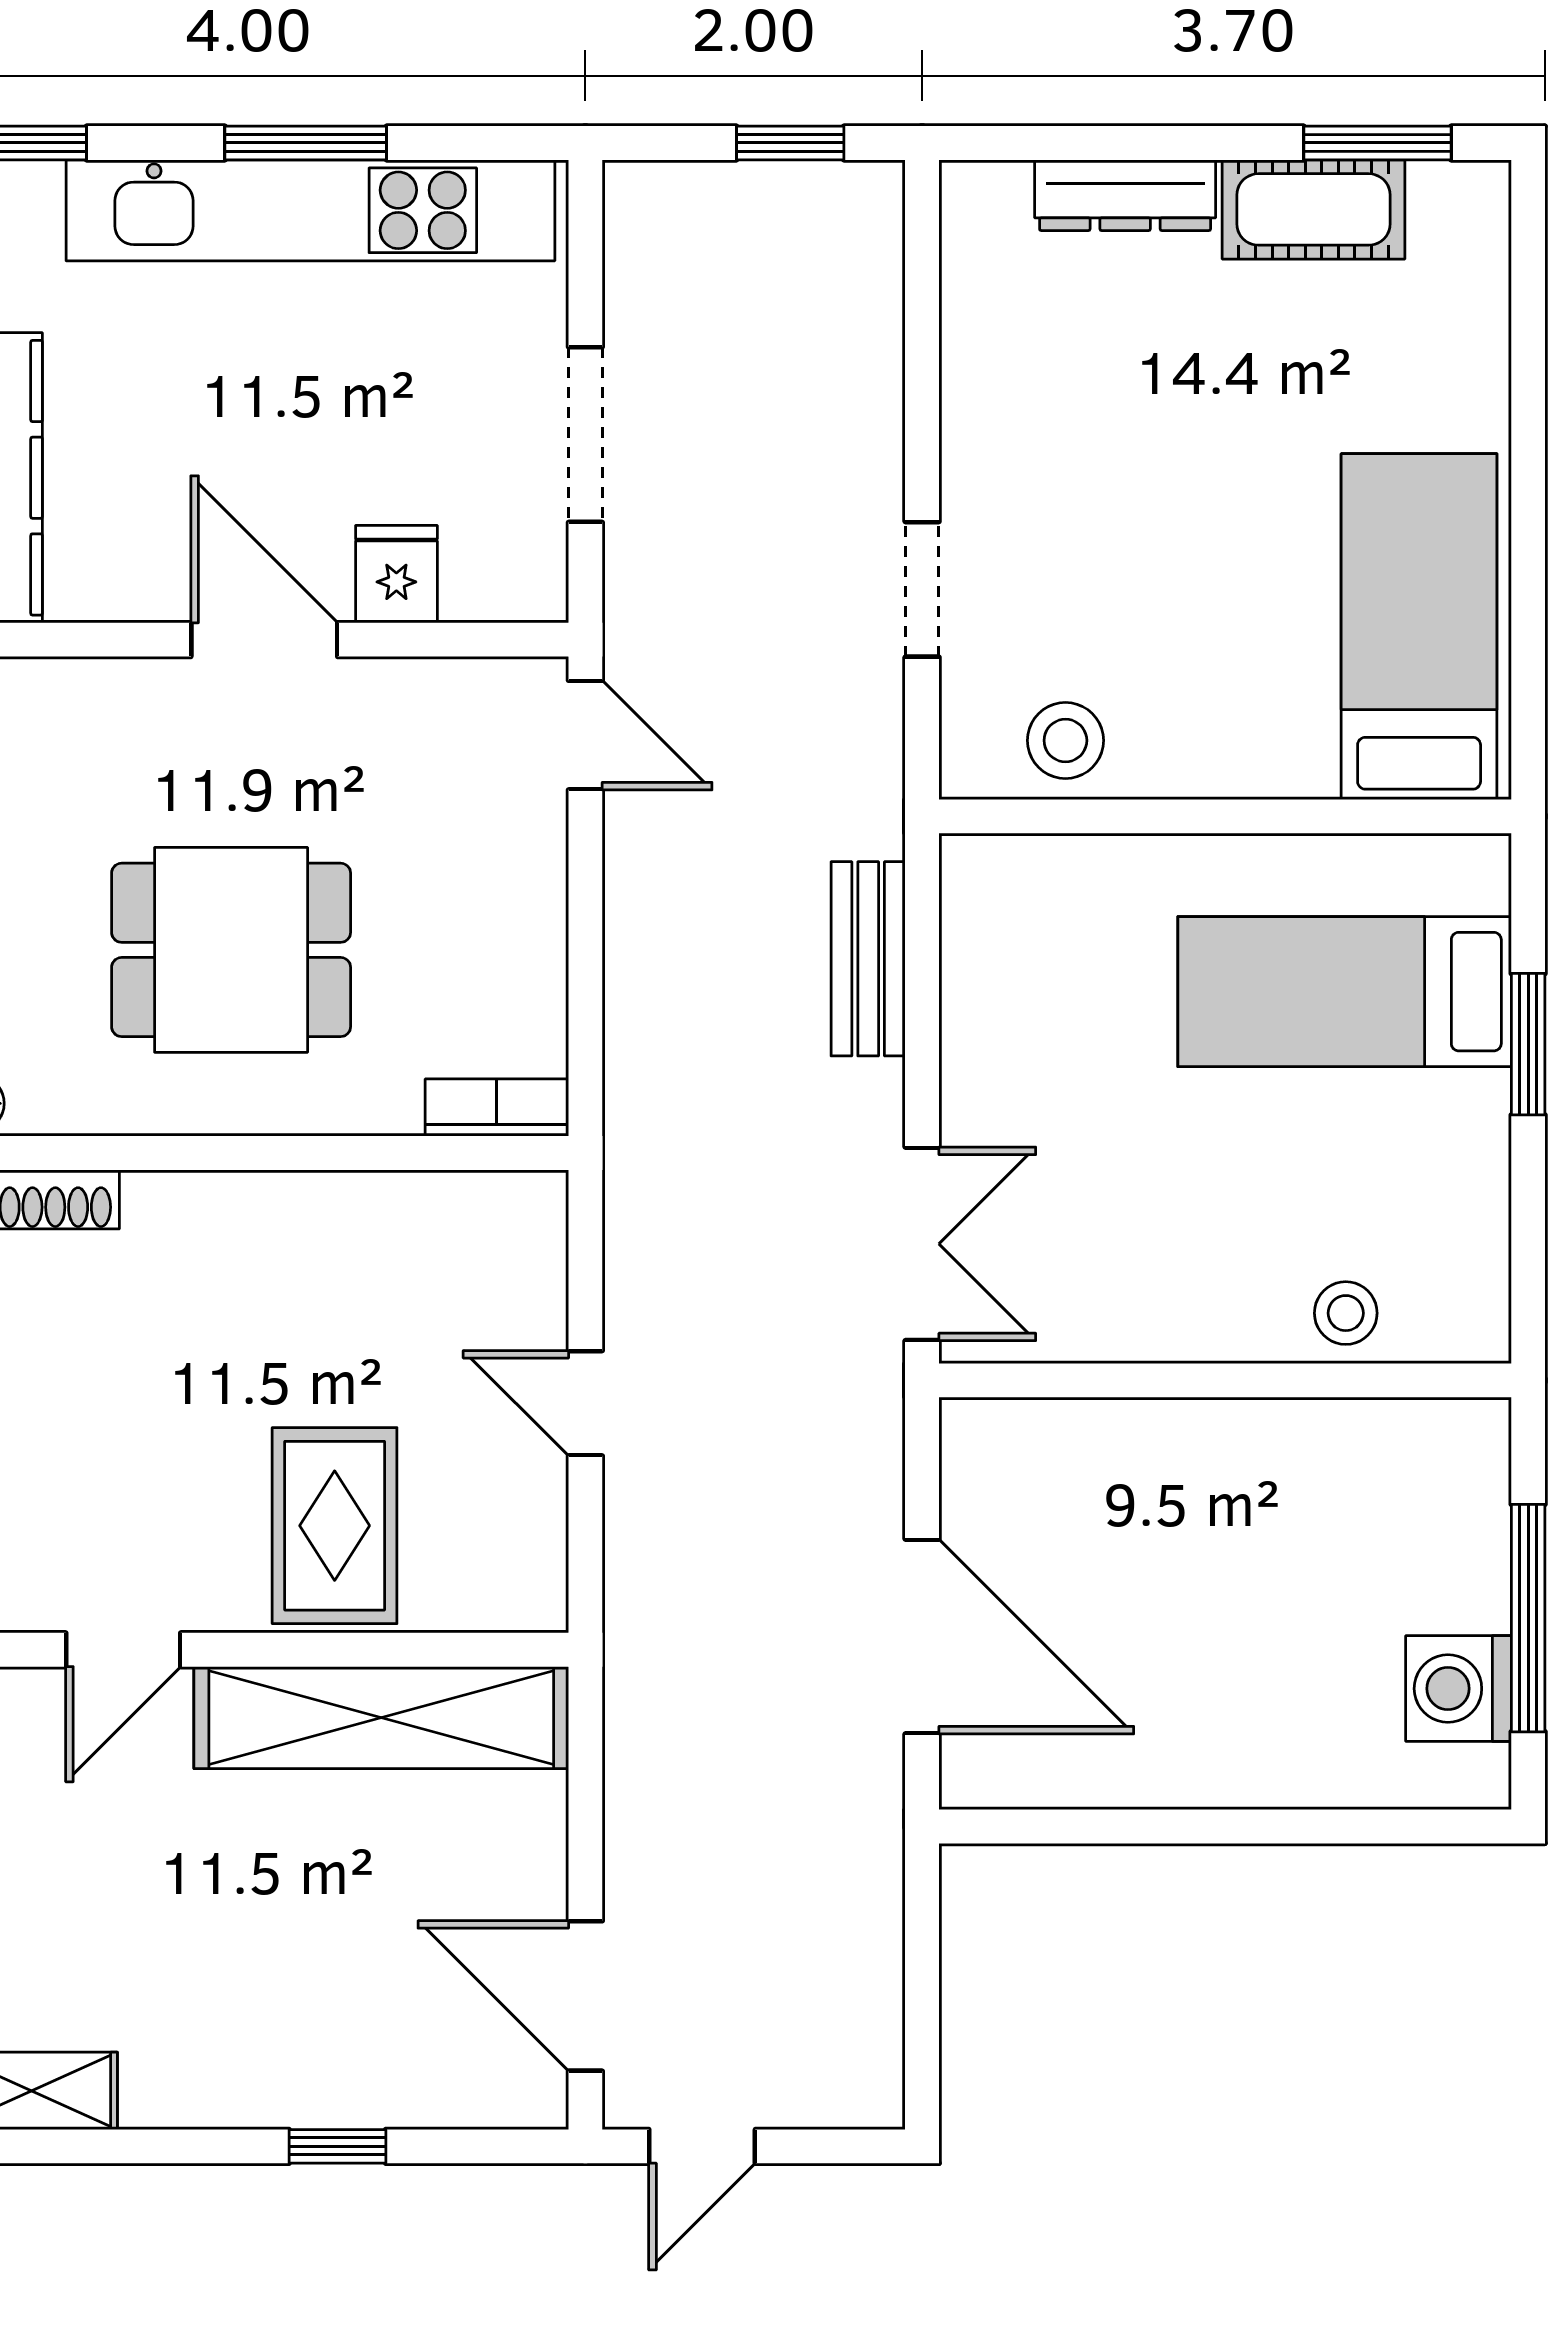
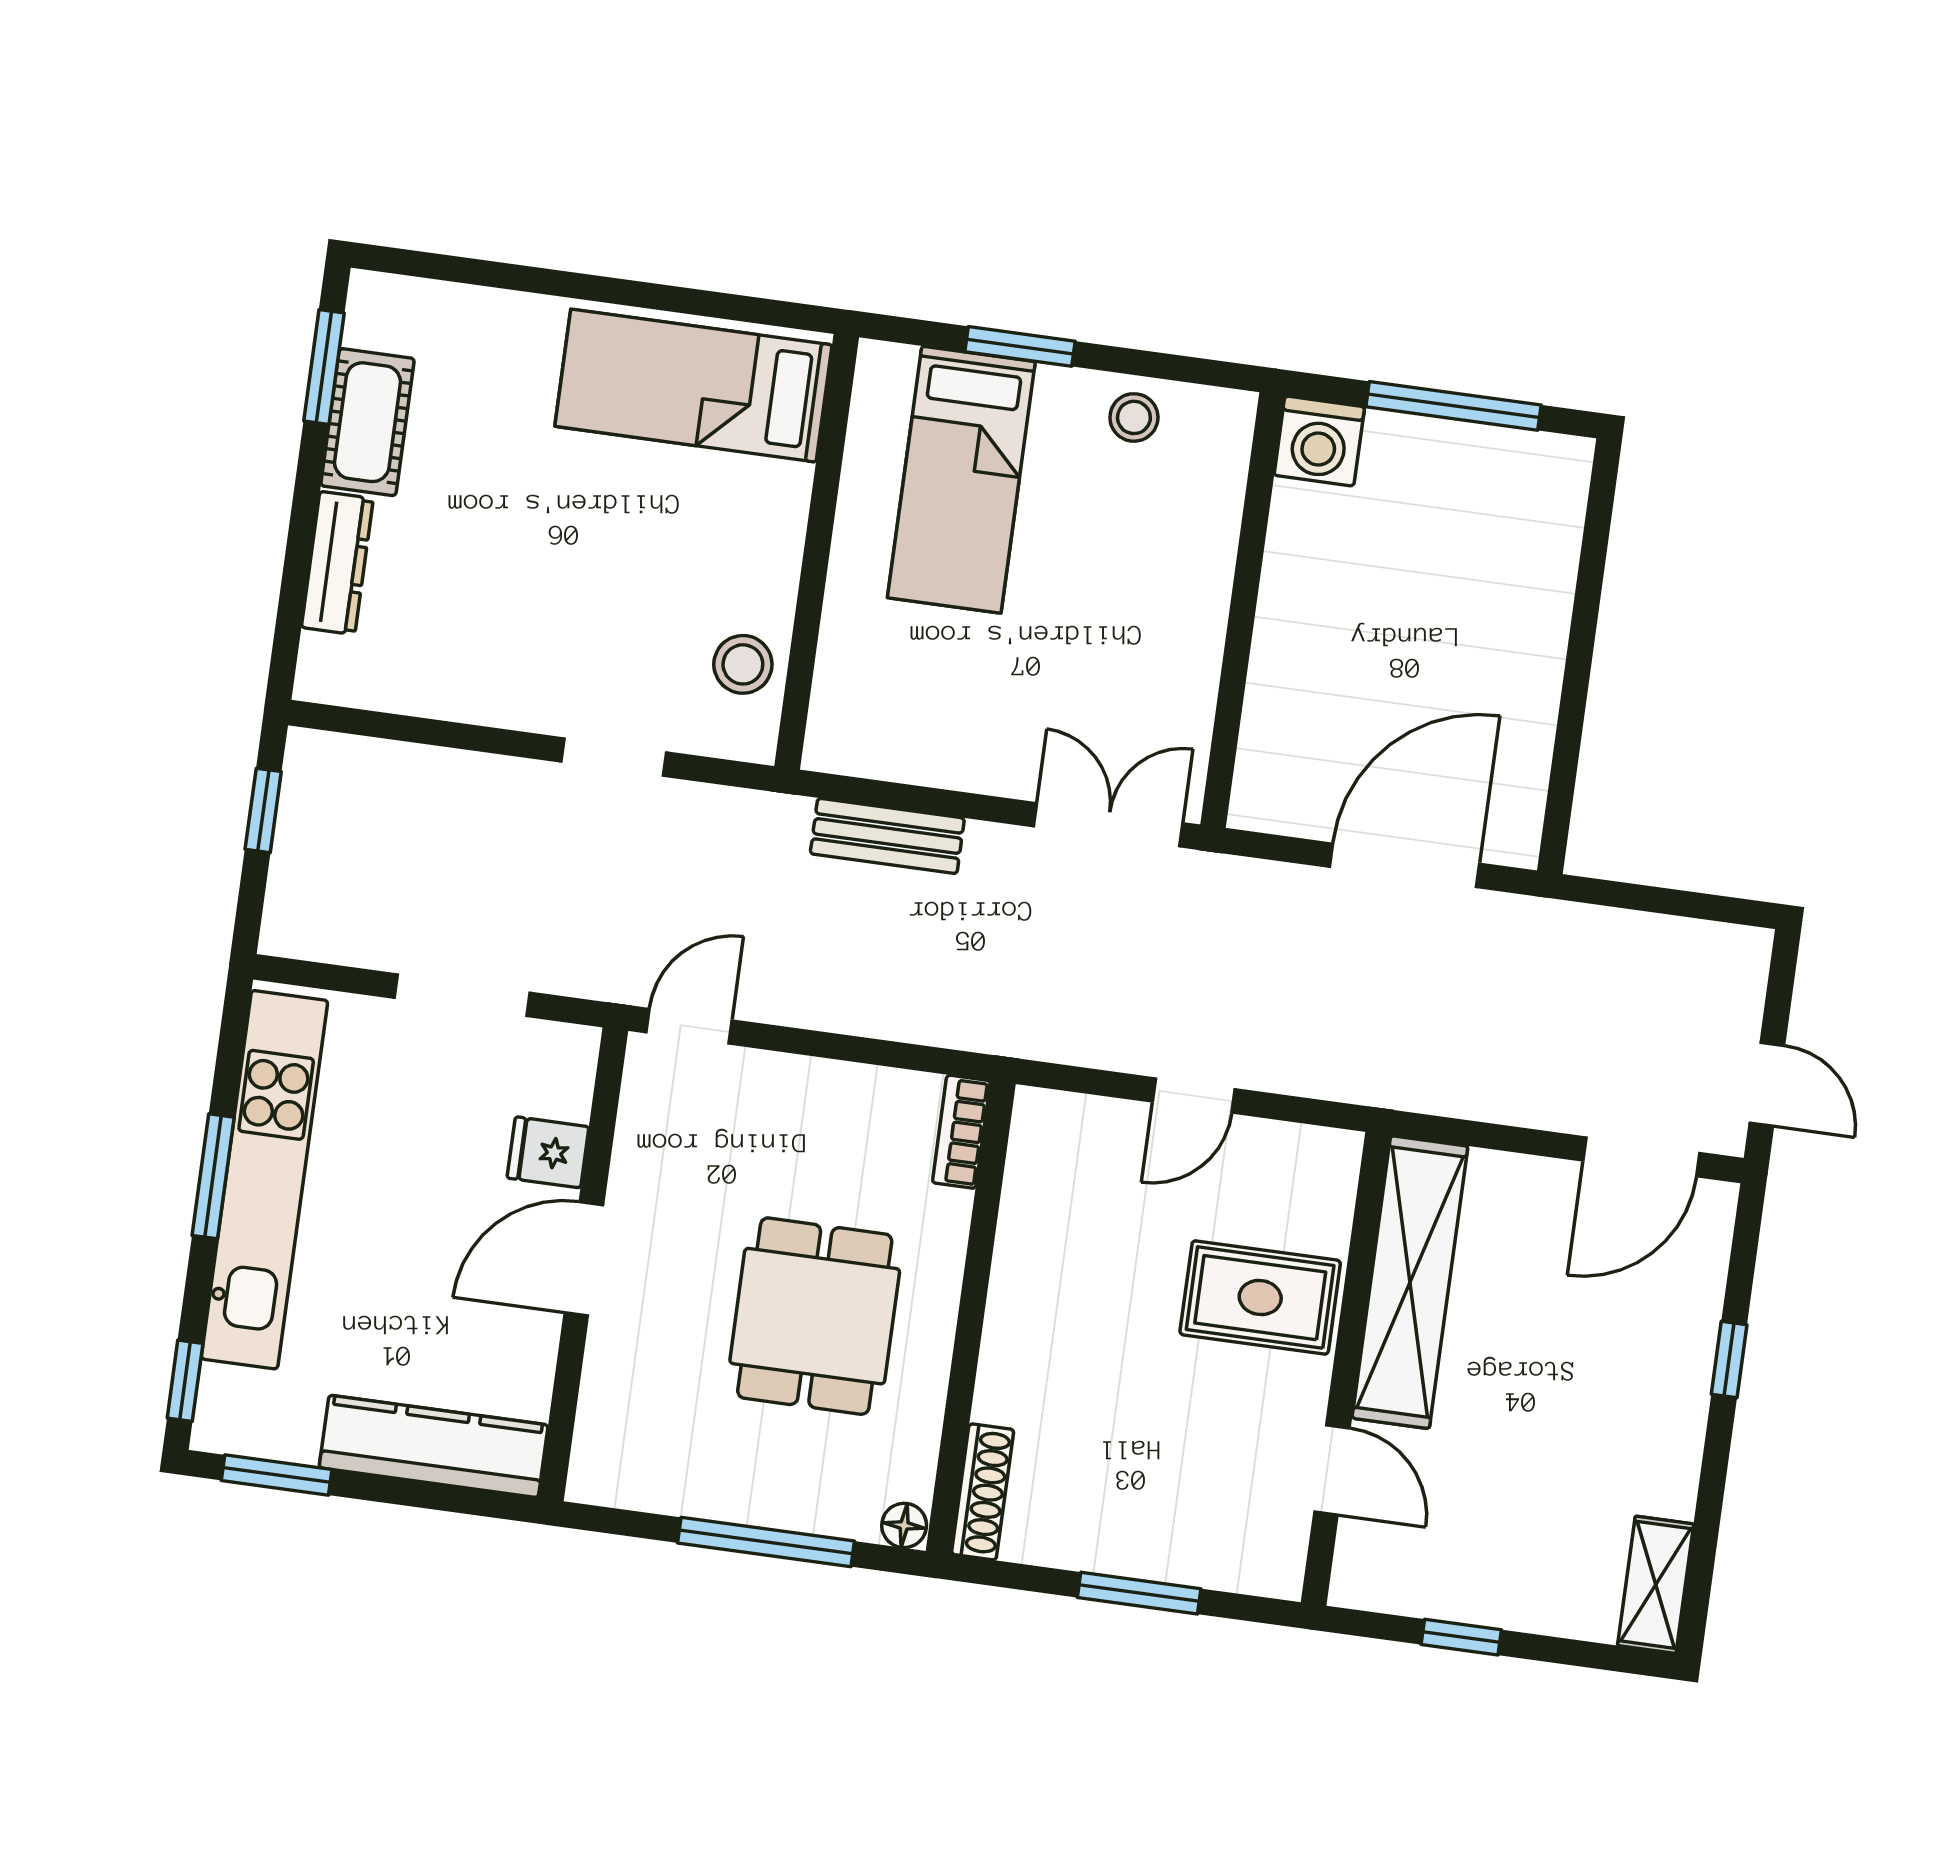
stool: (1346, 1313) -> (1134, 417), moved
washing machine: (1459, 1689) -> (1319, 441), moved

